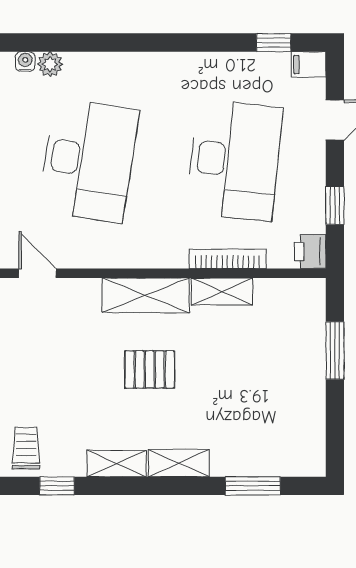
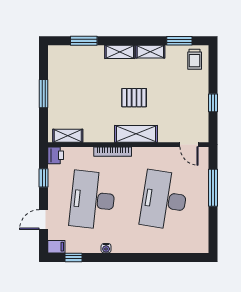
water cooler: (25, 61) -> (106, 248), moved
plant: (50, 64) -> (183, 247), removed
bookcase: (228, 259) -> (113, 152), moved
shelving: (222, 291) -> (68, 136), moved
window: (335, 350) -> (44, 94), moved
window: (57, 486) -> (179, 41), width x1.50

